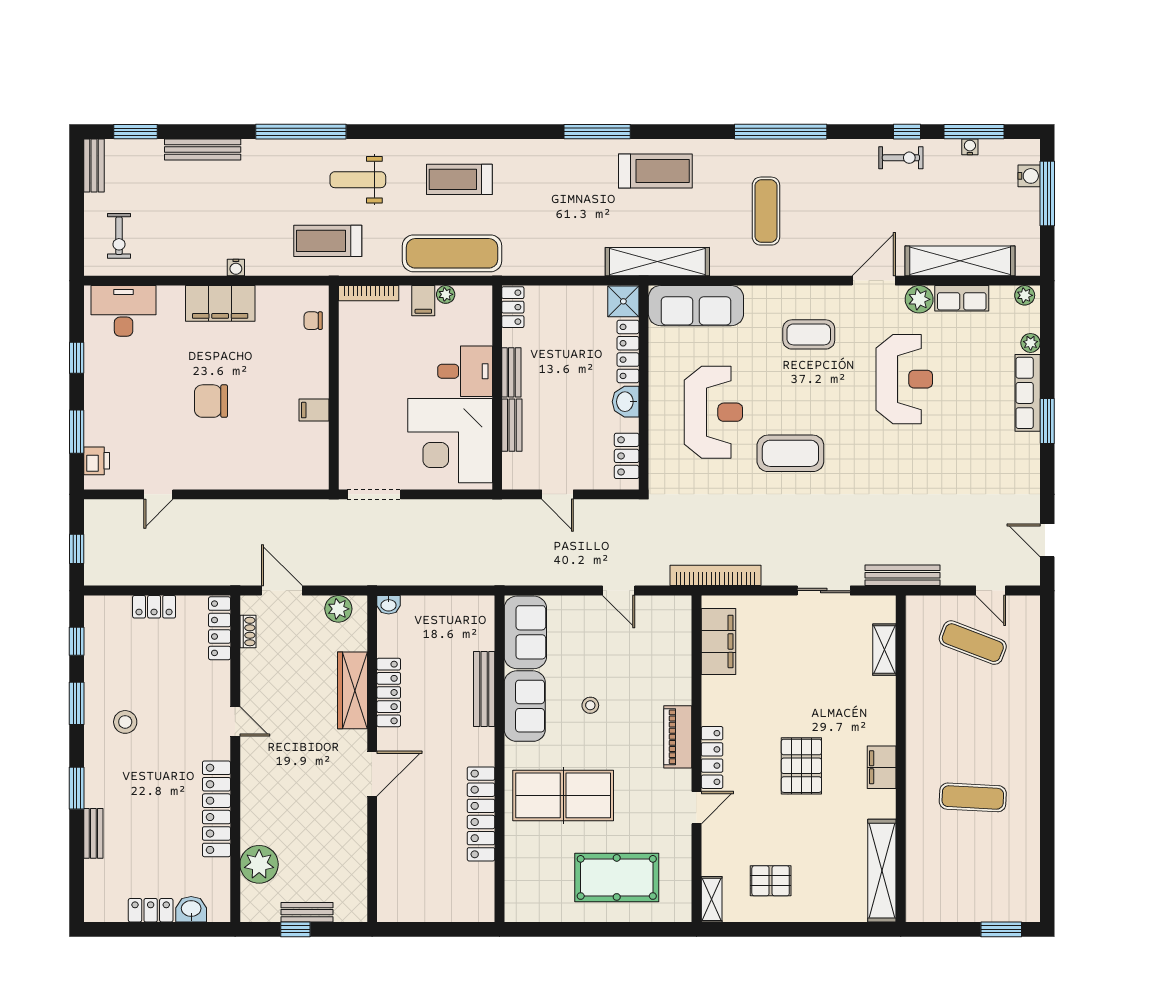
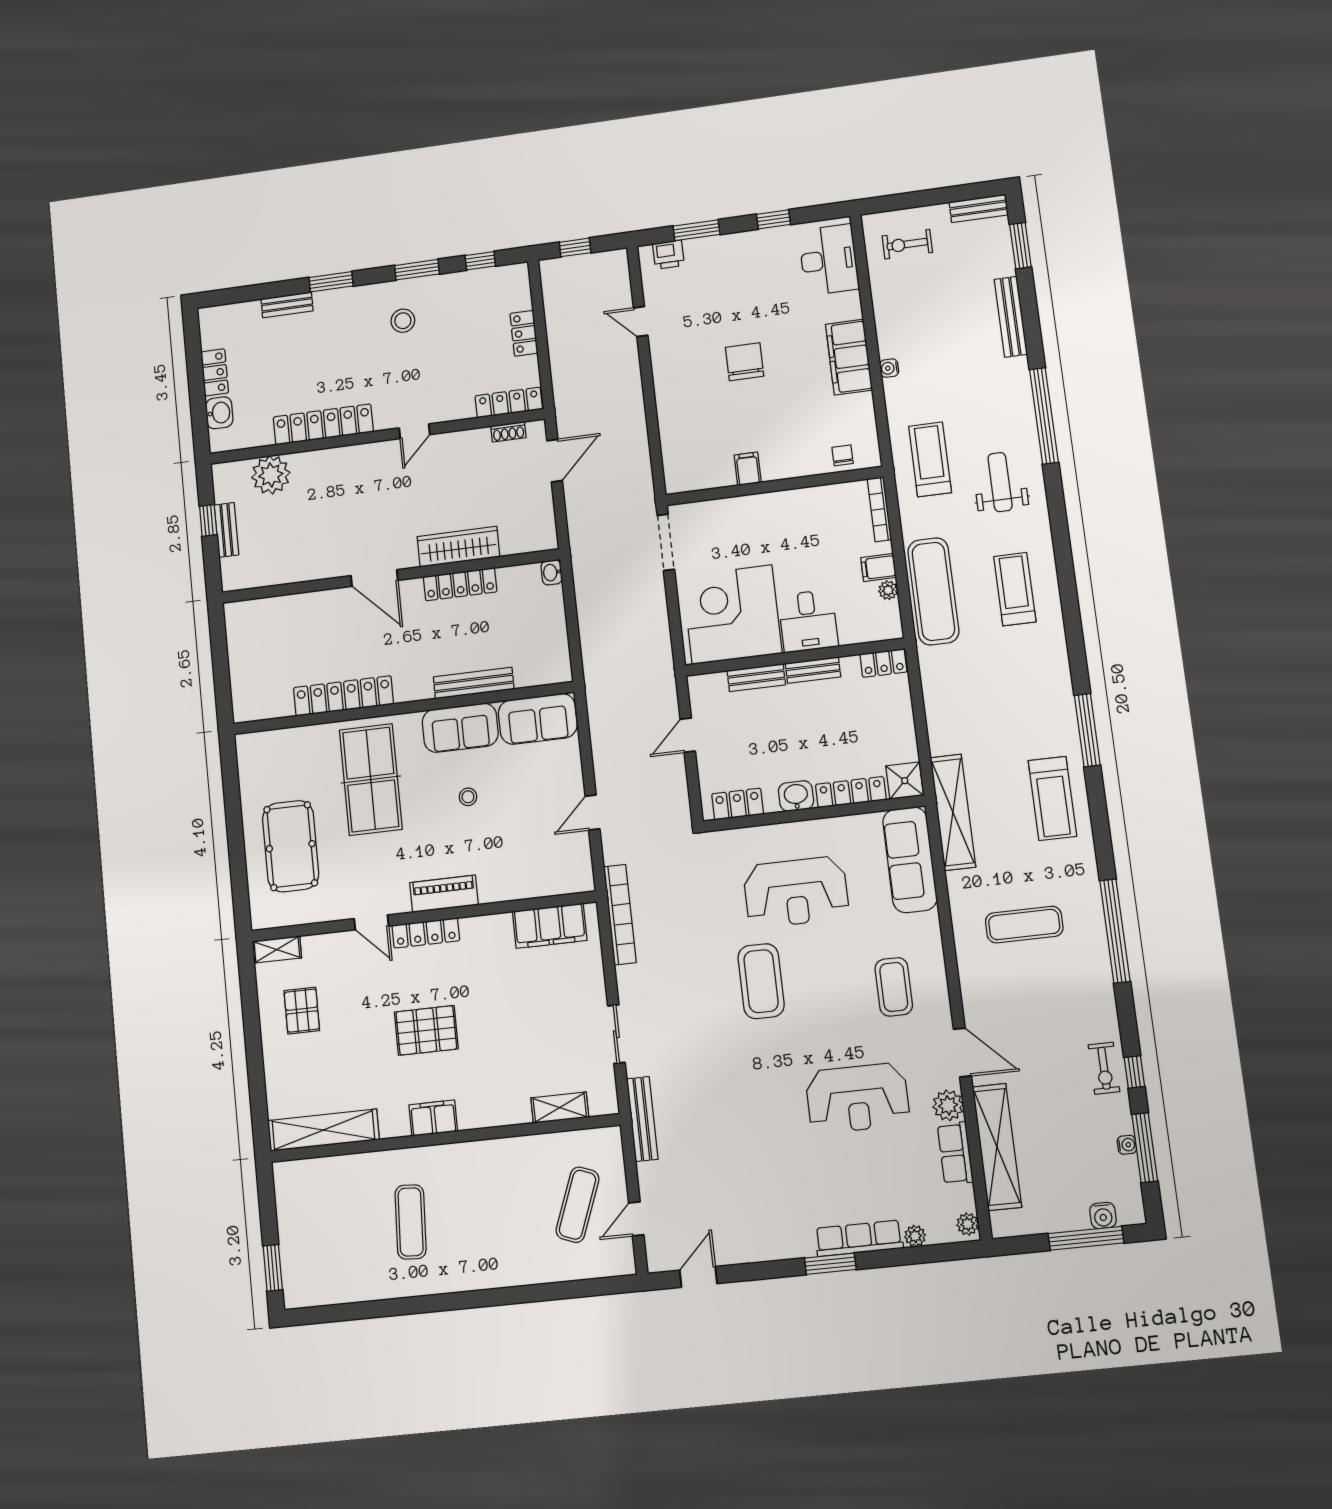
plant: (338, 609) -> (542, 521), removed

